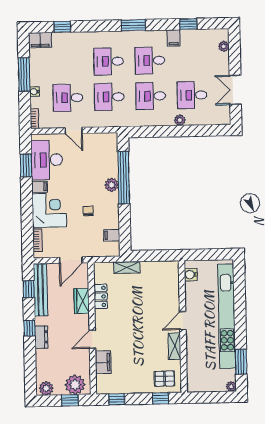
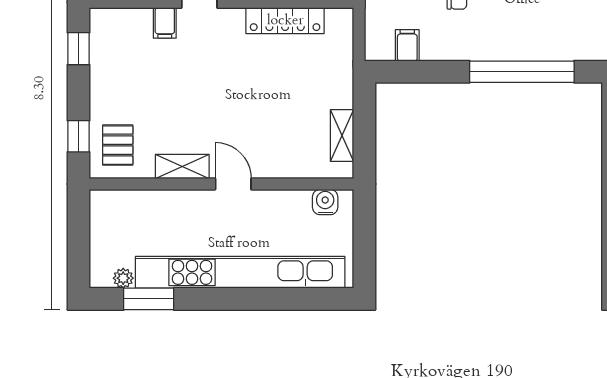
plant: (112, 185) -> (508, 47), removed
shelving: (127, 267) -> (342, 136), moved
locker: (101, 296) -> (285, 21), width x1.53
filing cabinet: (103, 362) -> (165, 23), width x0.50
plant: (231, 387) -> (123, 278), moved

